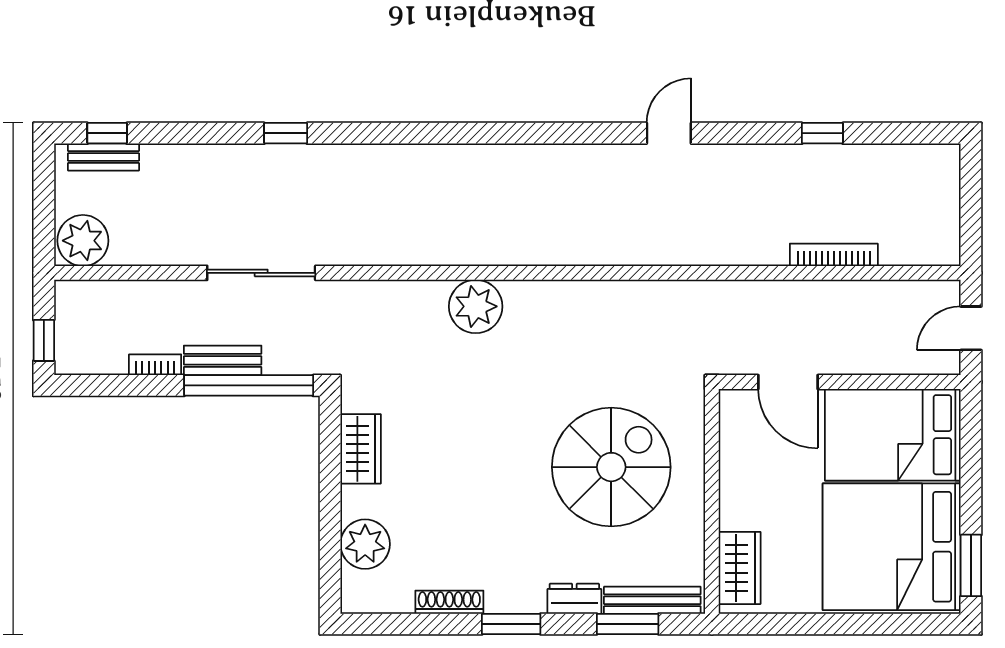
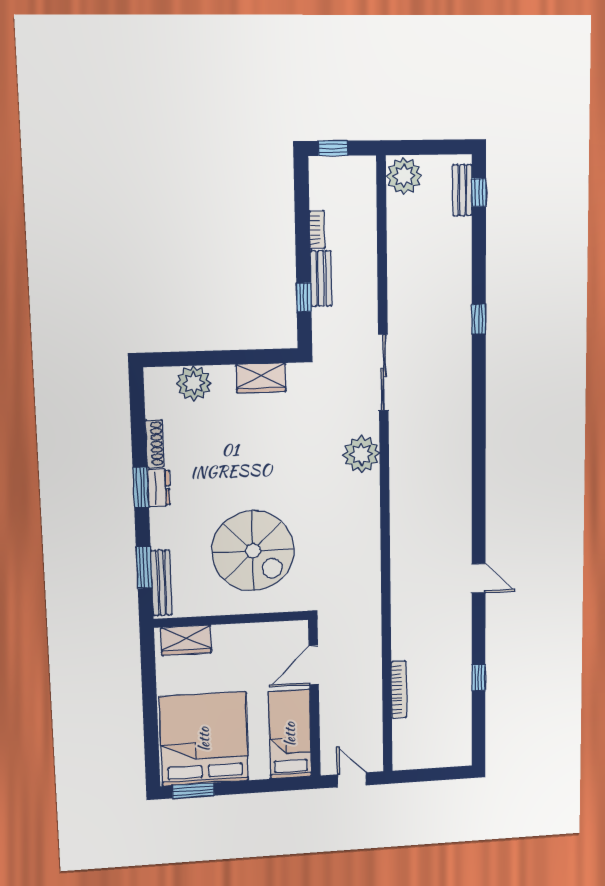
sliding door: (261, 273) -> (383, 372), moved
window: (249, 385) -> (304, 297), width x0.32
bed: (893, 435) -> (290, 734), width x0.67
dresser: (574, 599) -> (159, 488), moved

